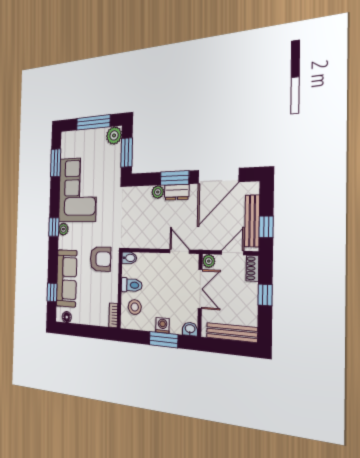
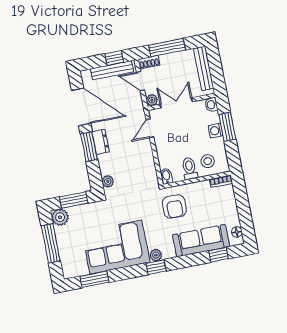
plant: (158, 192) -> (108, 181), moved
armchair: (100, 259) -> (174, 206), turned 180
window: (265, 295) -> (167, 48), width x2.17

